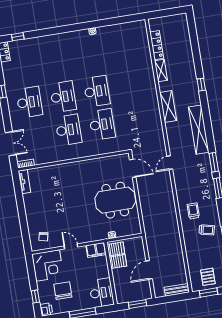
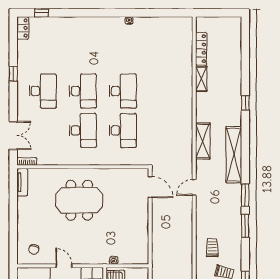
shelving: (168, 106) -> (203, 141), moved
meeting table: (115, 200) -> (79, 200), moved

